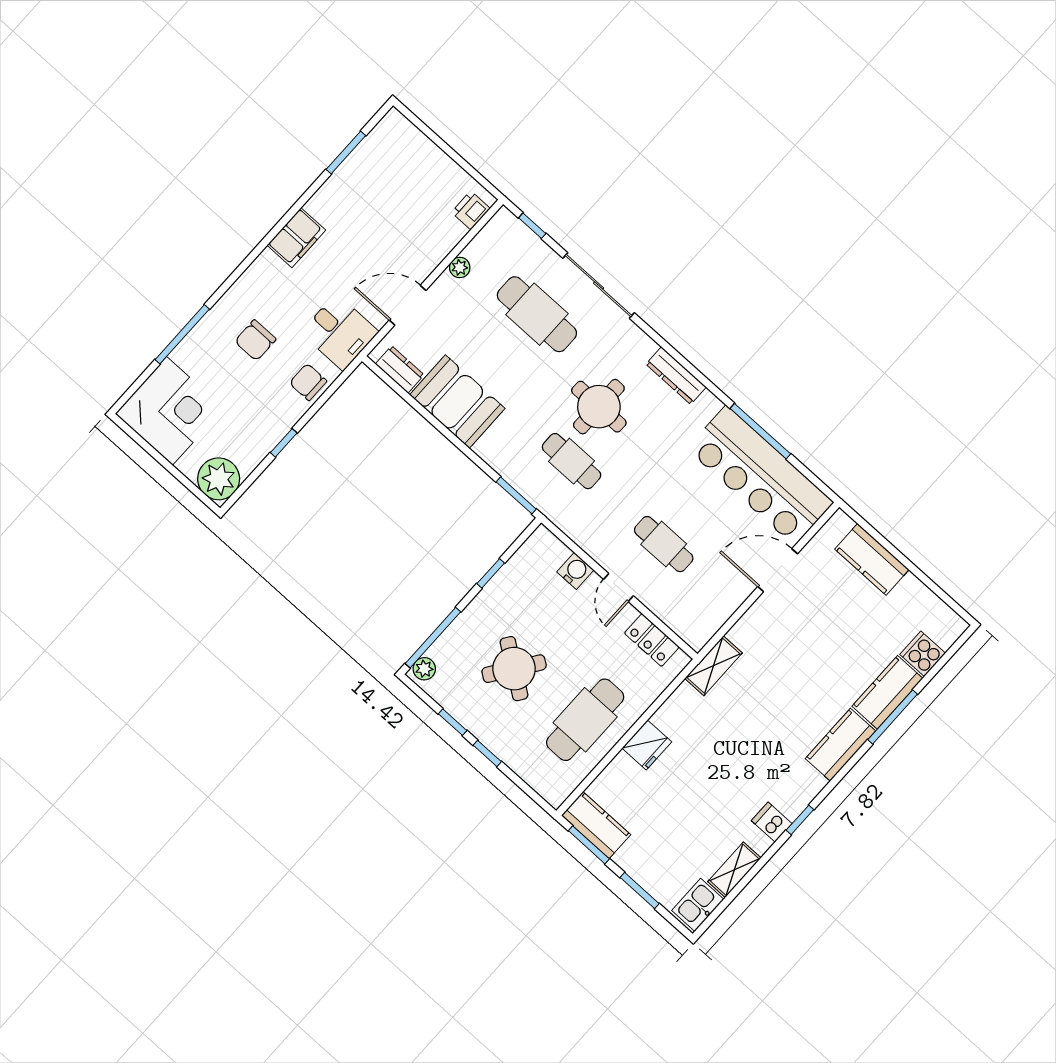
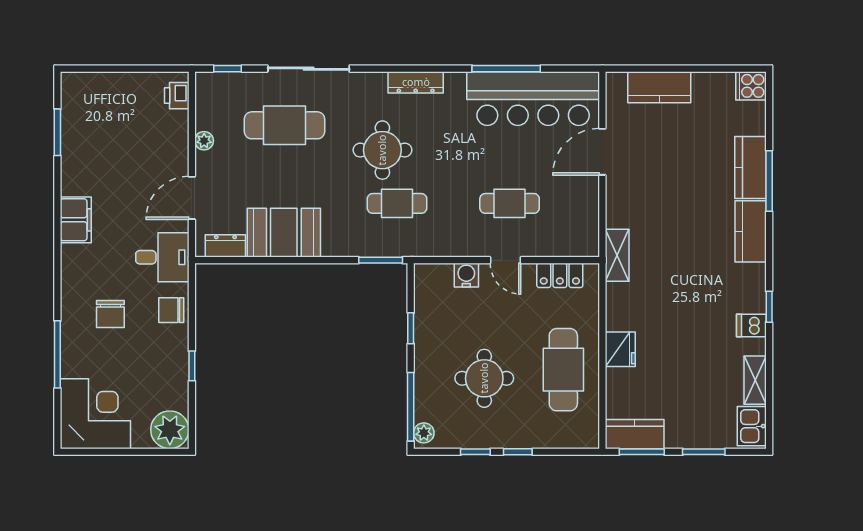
cooker: (923, 654) -> (751, 86), moved
round table: (514, 669) -> (484, 378), turned -35

